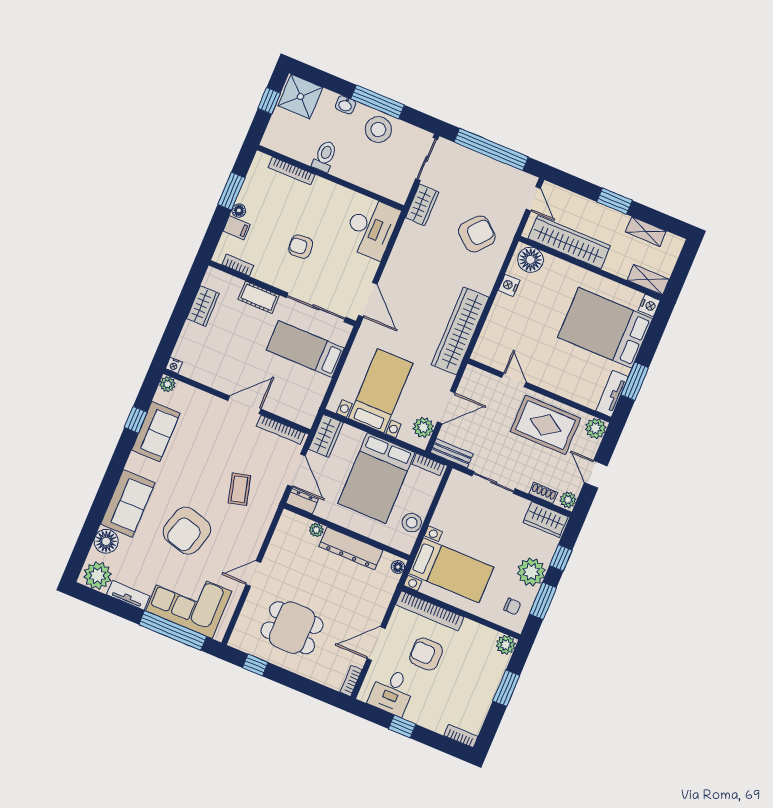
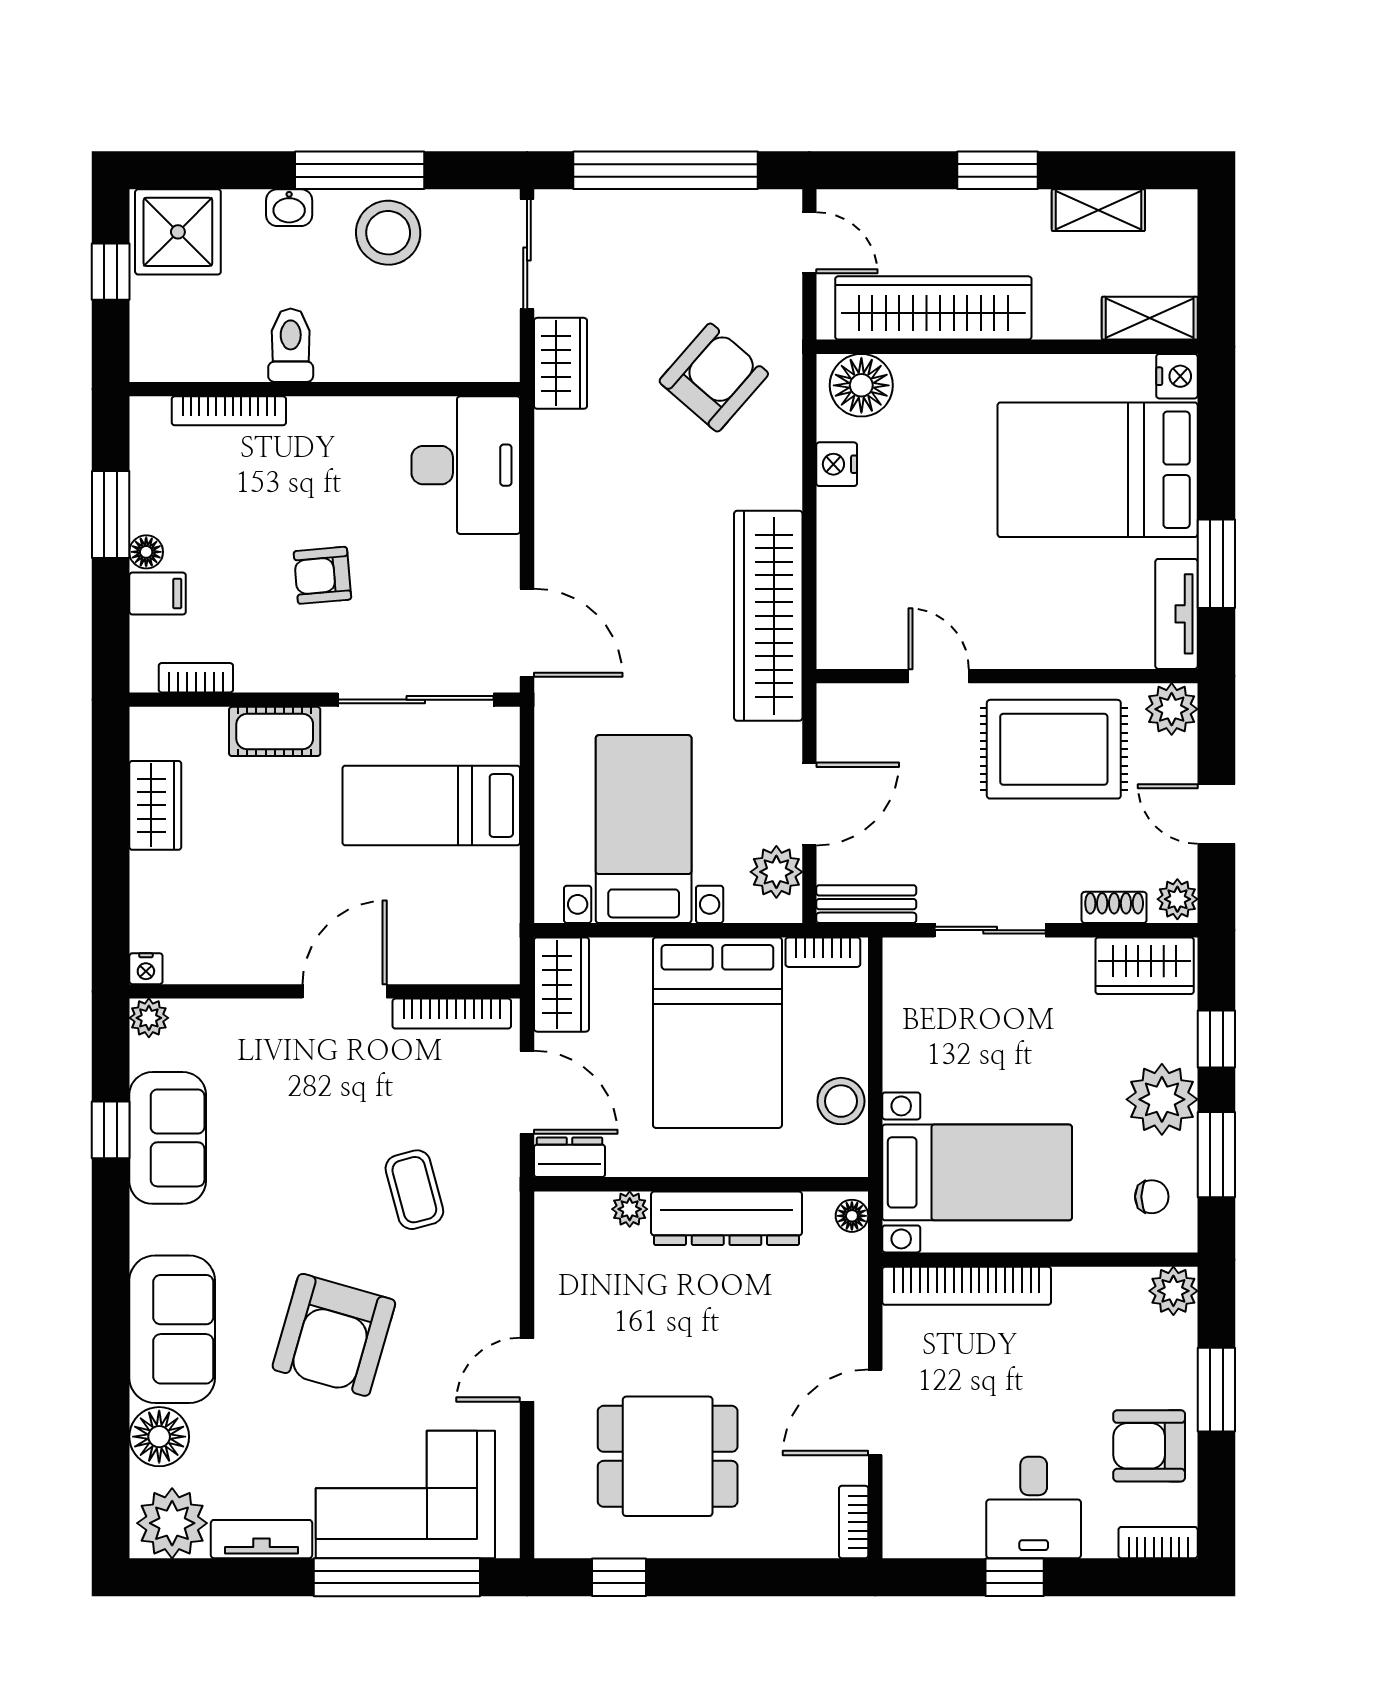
armchair: (426, 654) -> (1149, 1446), moved
desk: (392, 692) -> (1034, 1507), moved

